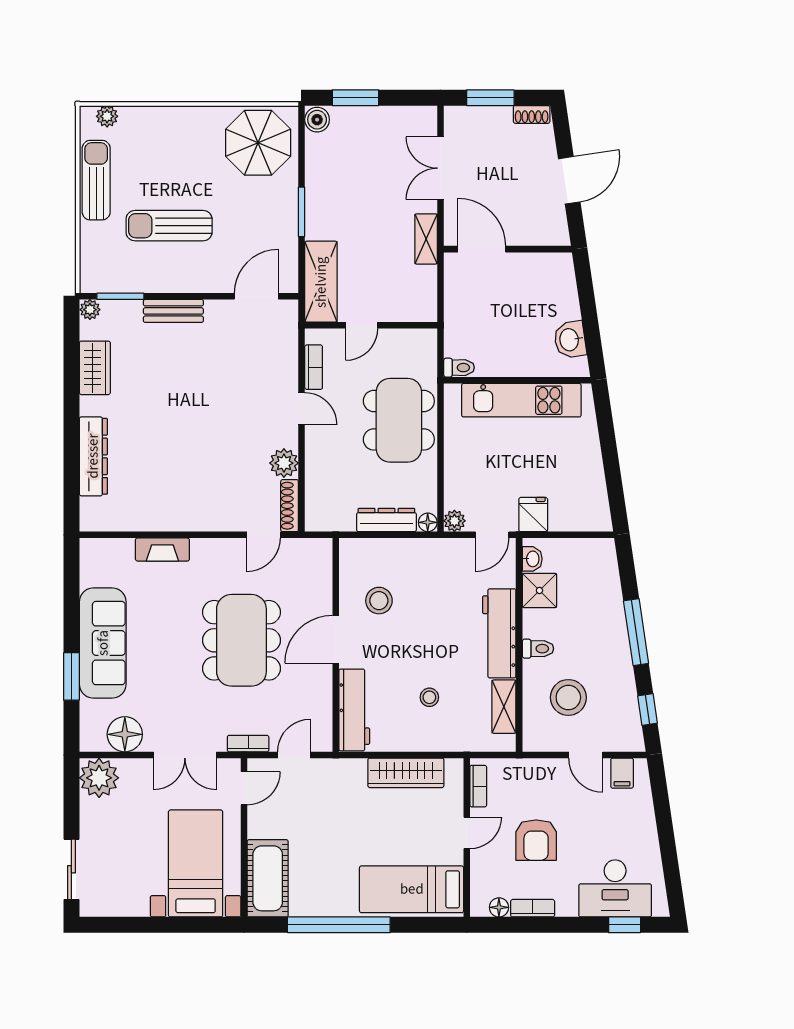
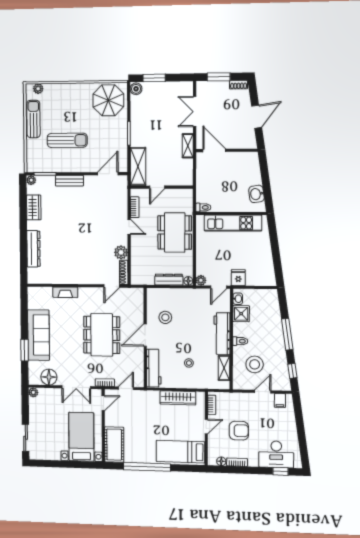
sun lounger: (169, 226) -> (67, 140), turned 180
door: (586, 755) -> (263, 392), swing flipped
plant: (99, 778) -> (33, 392), width x0.53, depth x0.53
armchair: (536, 840) -> (239, 431), turned -90

